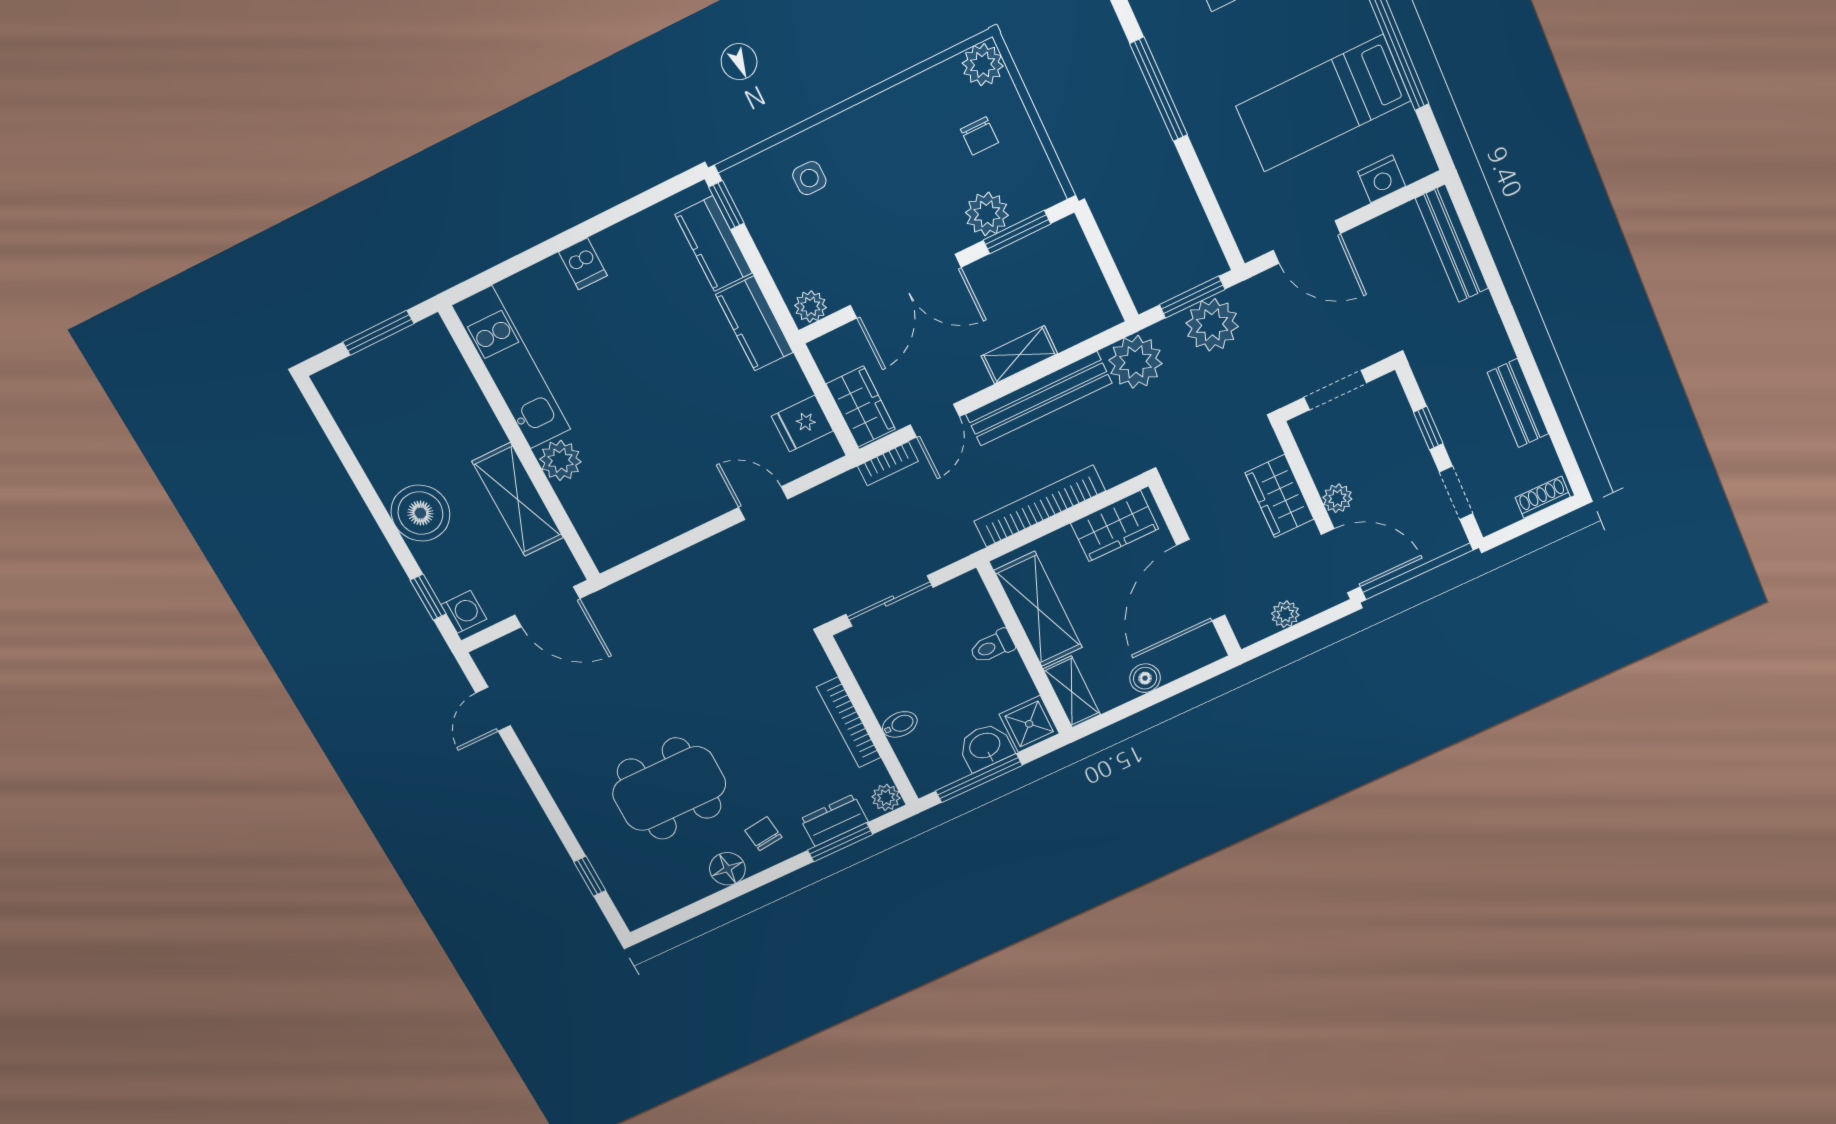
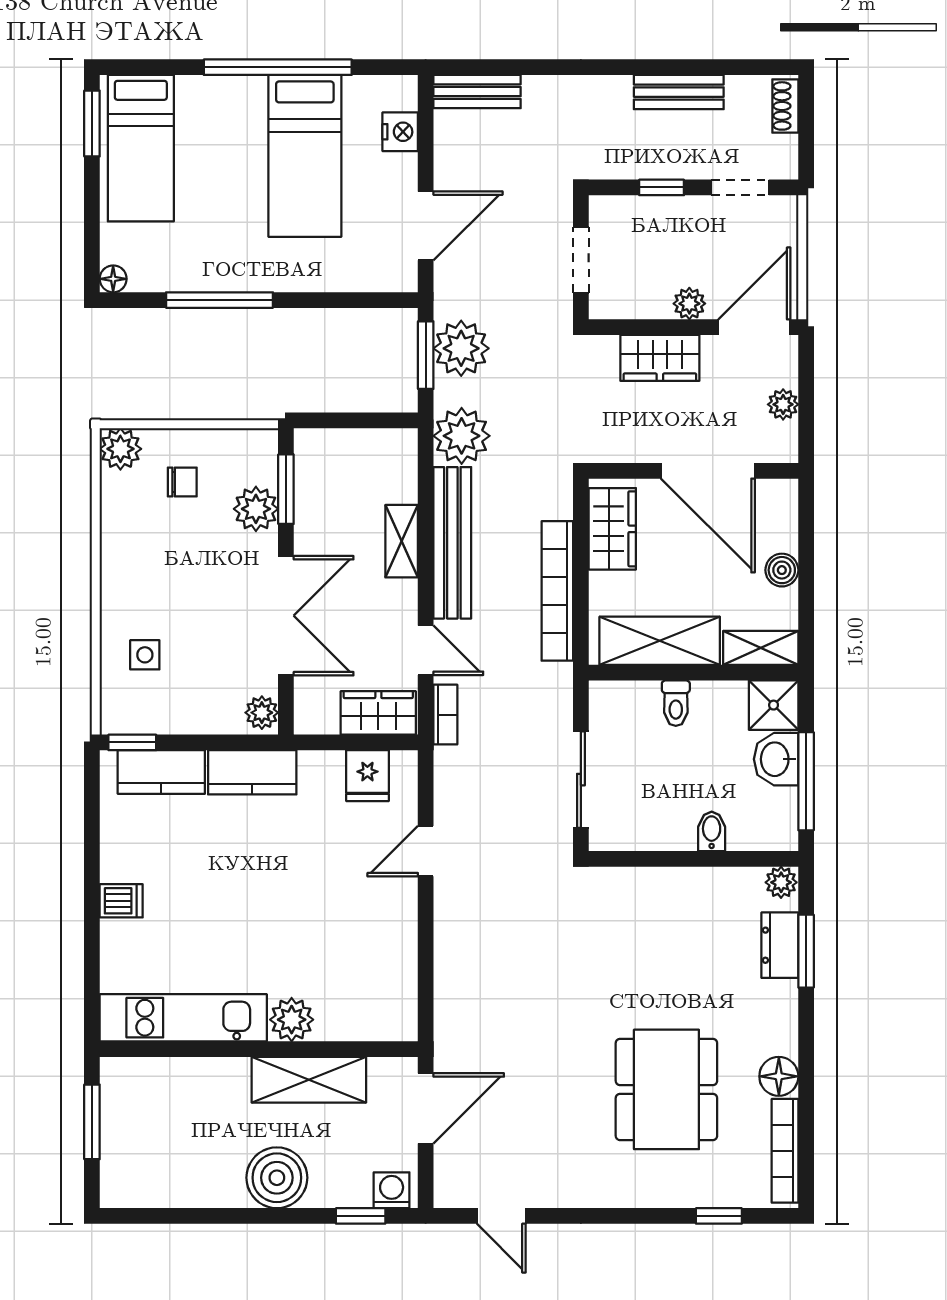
bench: (1452, 244) -> (477, 92), width x0.73
bookcase: (849, 722) -> (785, 1151), moved, turned 90
chair: (763, 834) -> (759, 1022), removed

